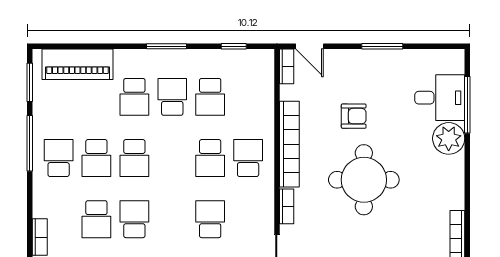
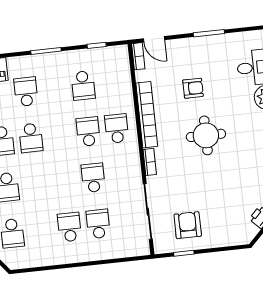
school desk: (134, 97) -> (26, 92), turned 180
school desk: (172, 97) -> (54, 89), removed
school desk: (210, 158) -> (88, 132), turned 180
round table: (364, 180) -> (206, 135), width x0.73, depth x0.73
school desk: (134, 219) -> (36, 184), removed

